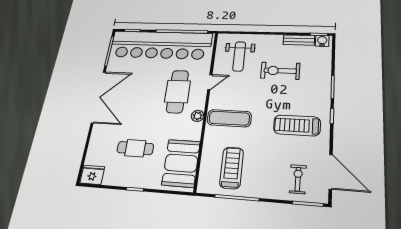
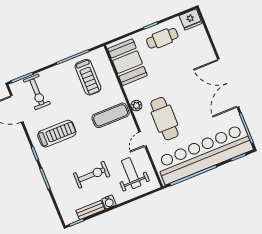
water cooler: (322, 41) -> (109, 202), moved
cafe table: (135, 148) -> (162, 38), moved
exercise bike: (298, 179) -> (37, 92), width x1.38, depth x1.39

